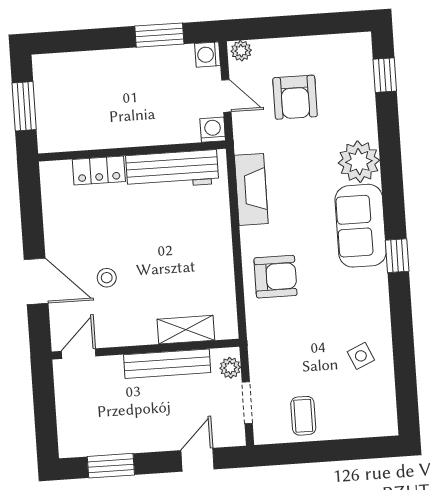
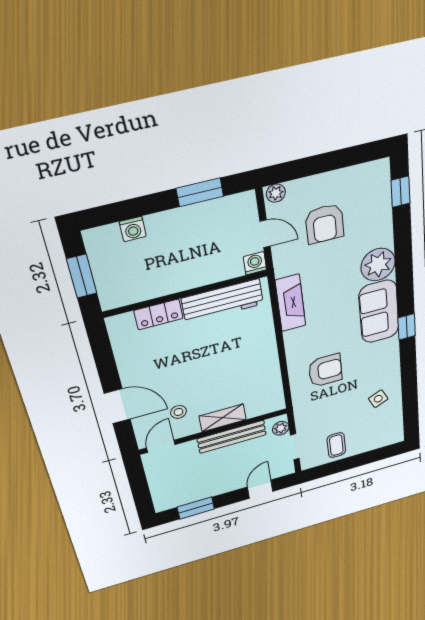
washing machine: (207, 55) -> (133, 229), moved, turned -90
armchair: (275, 277) -> (325, 370), moved
stool: (107, 278) -> (178, 412), moved
shelving: (186, 330) -> (223, 418), moved

